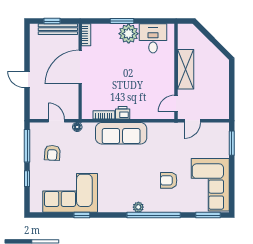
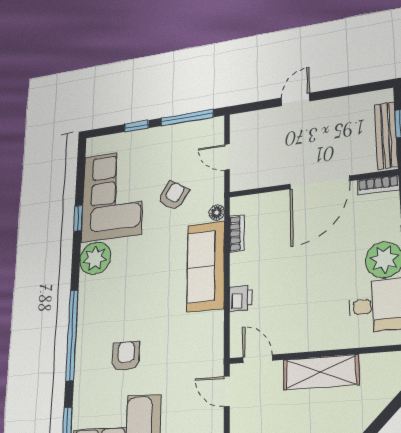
door: (80, 67) -> (319, 183), swing flipped
printer: (123, 113) -> (241, 298), moved
door: (56, 121) -> (227, 157), swing flipped
floor lamp: (77, 127) -> (217, 213), moved
armchair: (52, 153) -> (173, 196), moved, turned 119
plant: (138, 207) -> (95, 258), moved, width x1.87, depth x1.87

